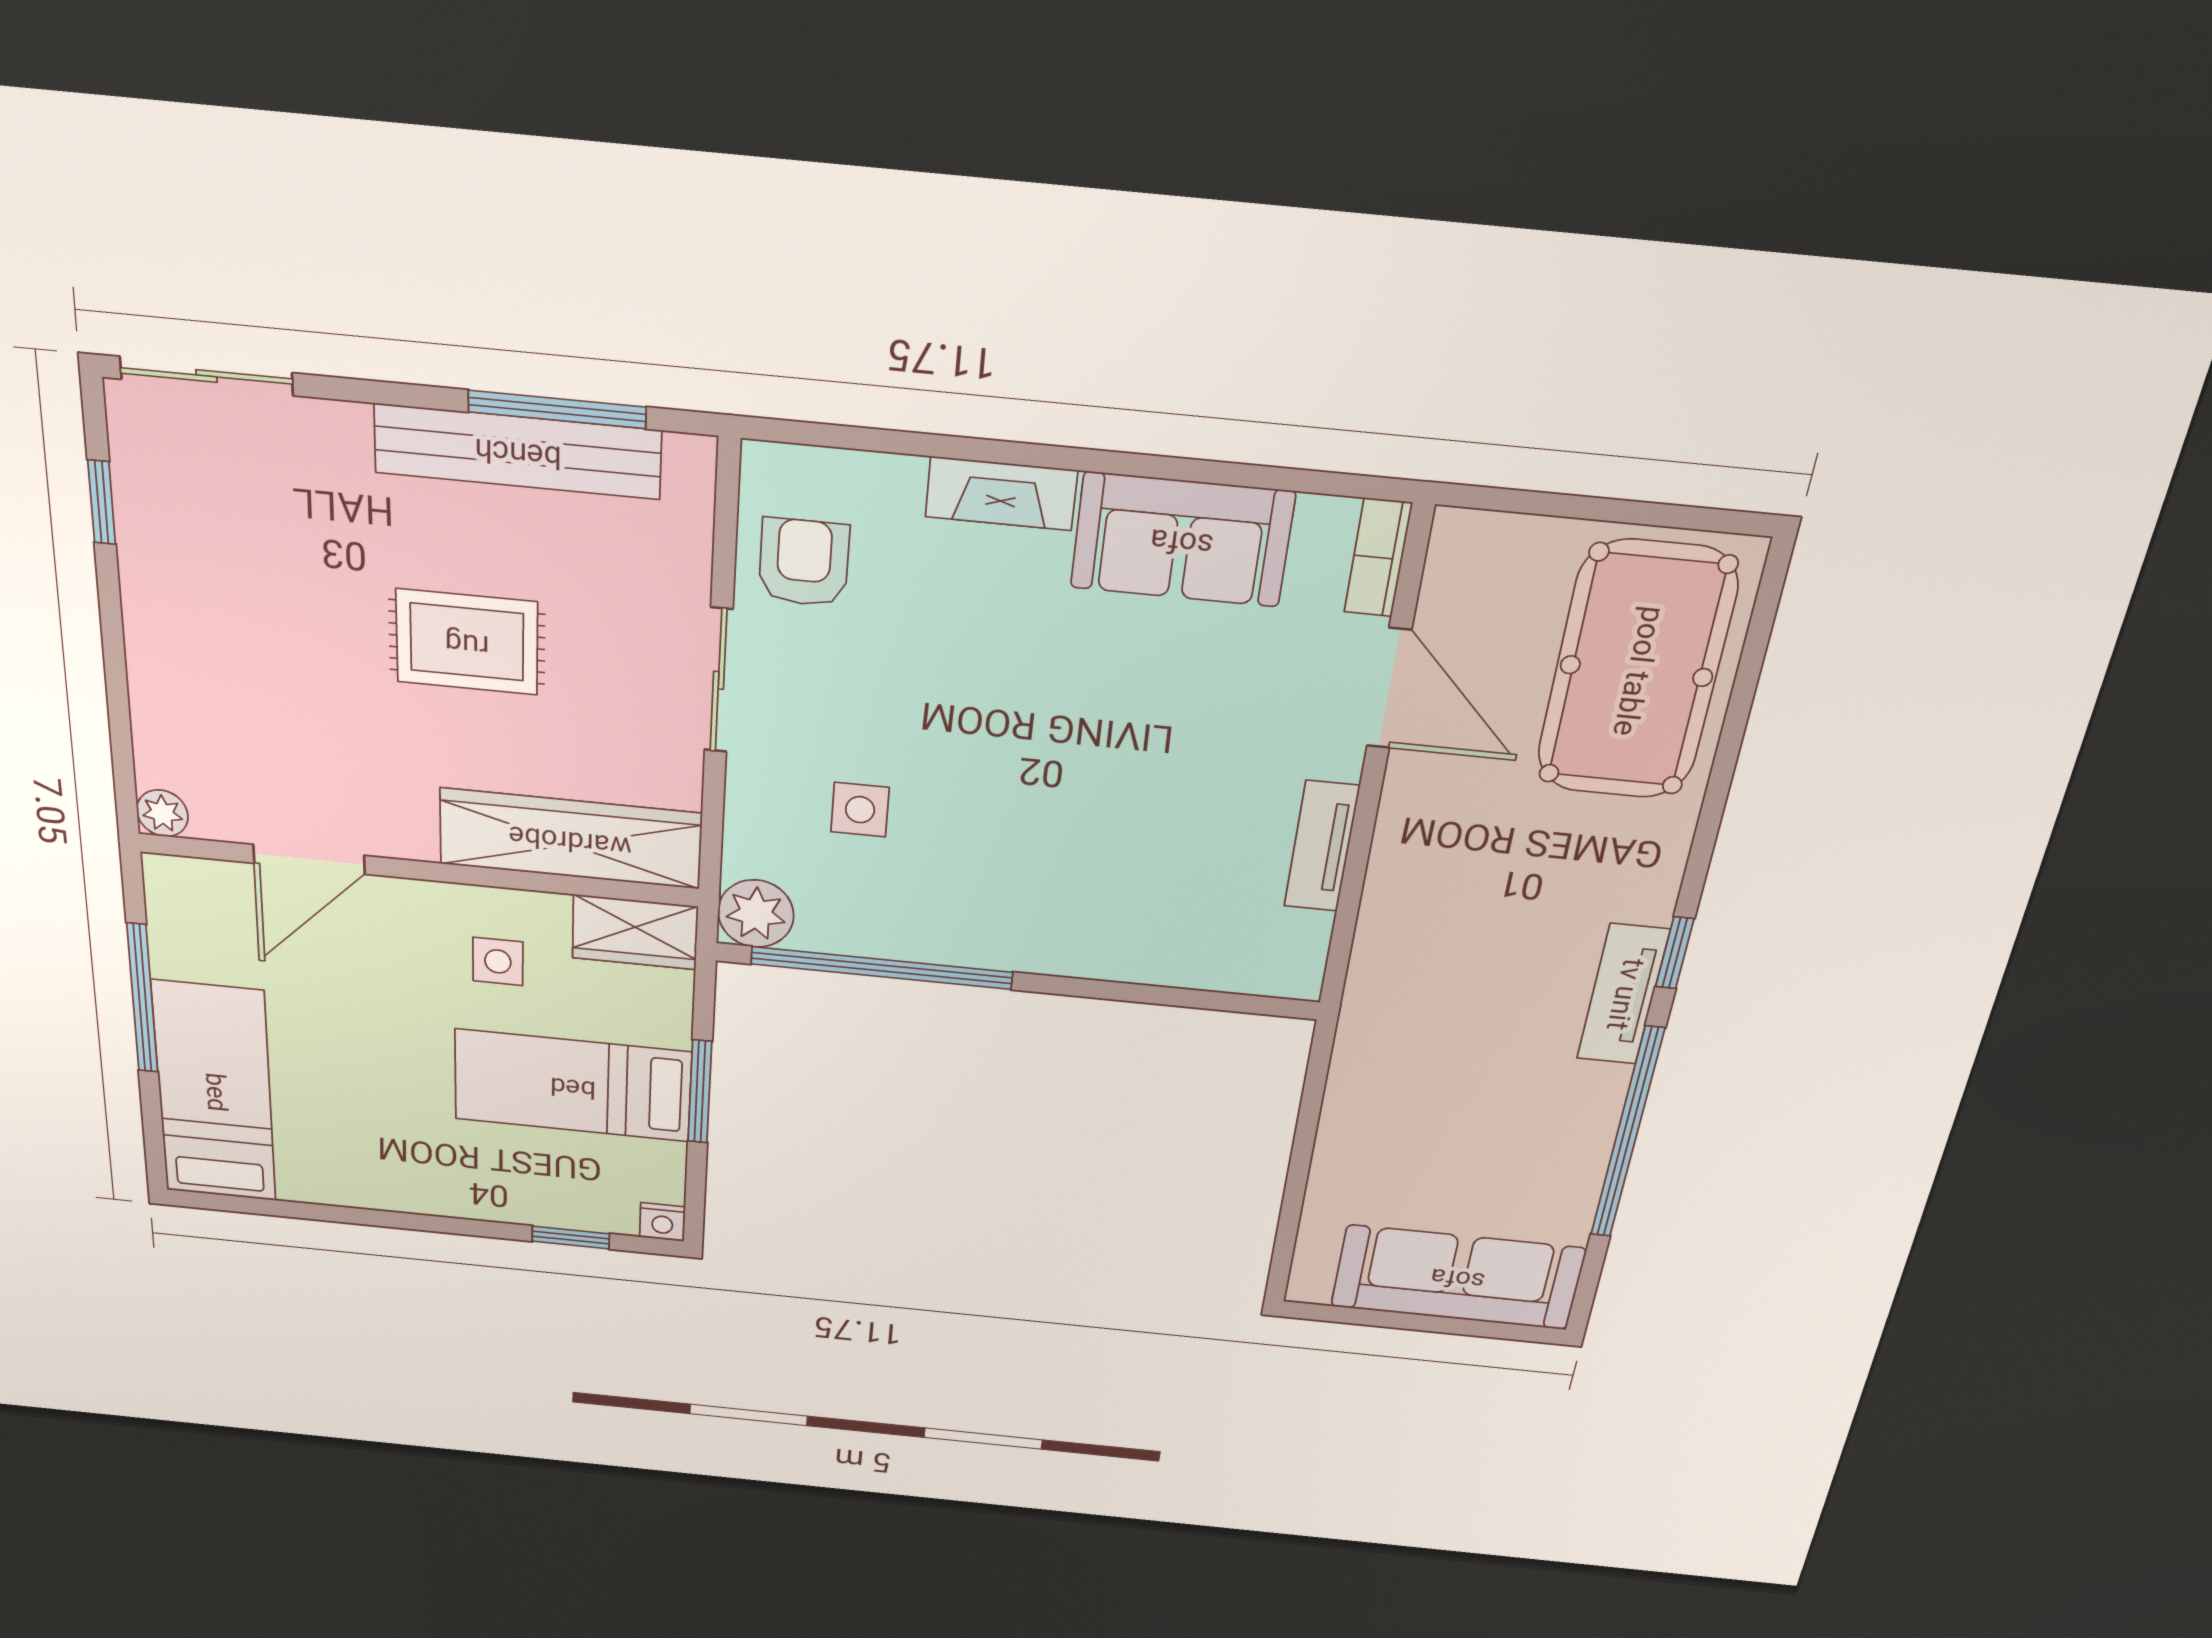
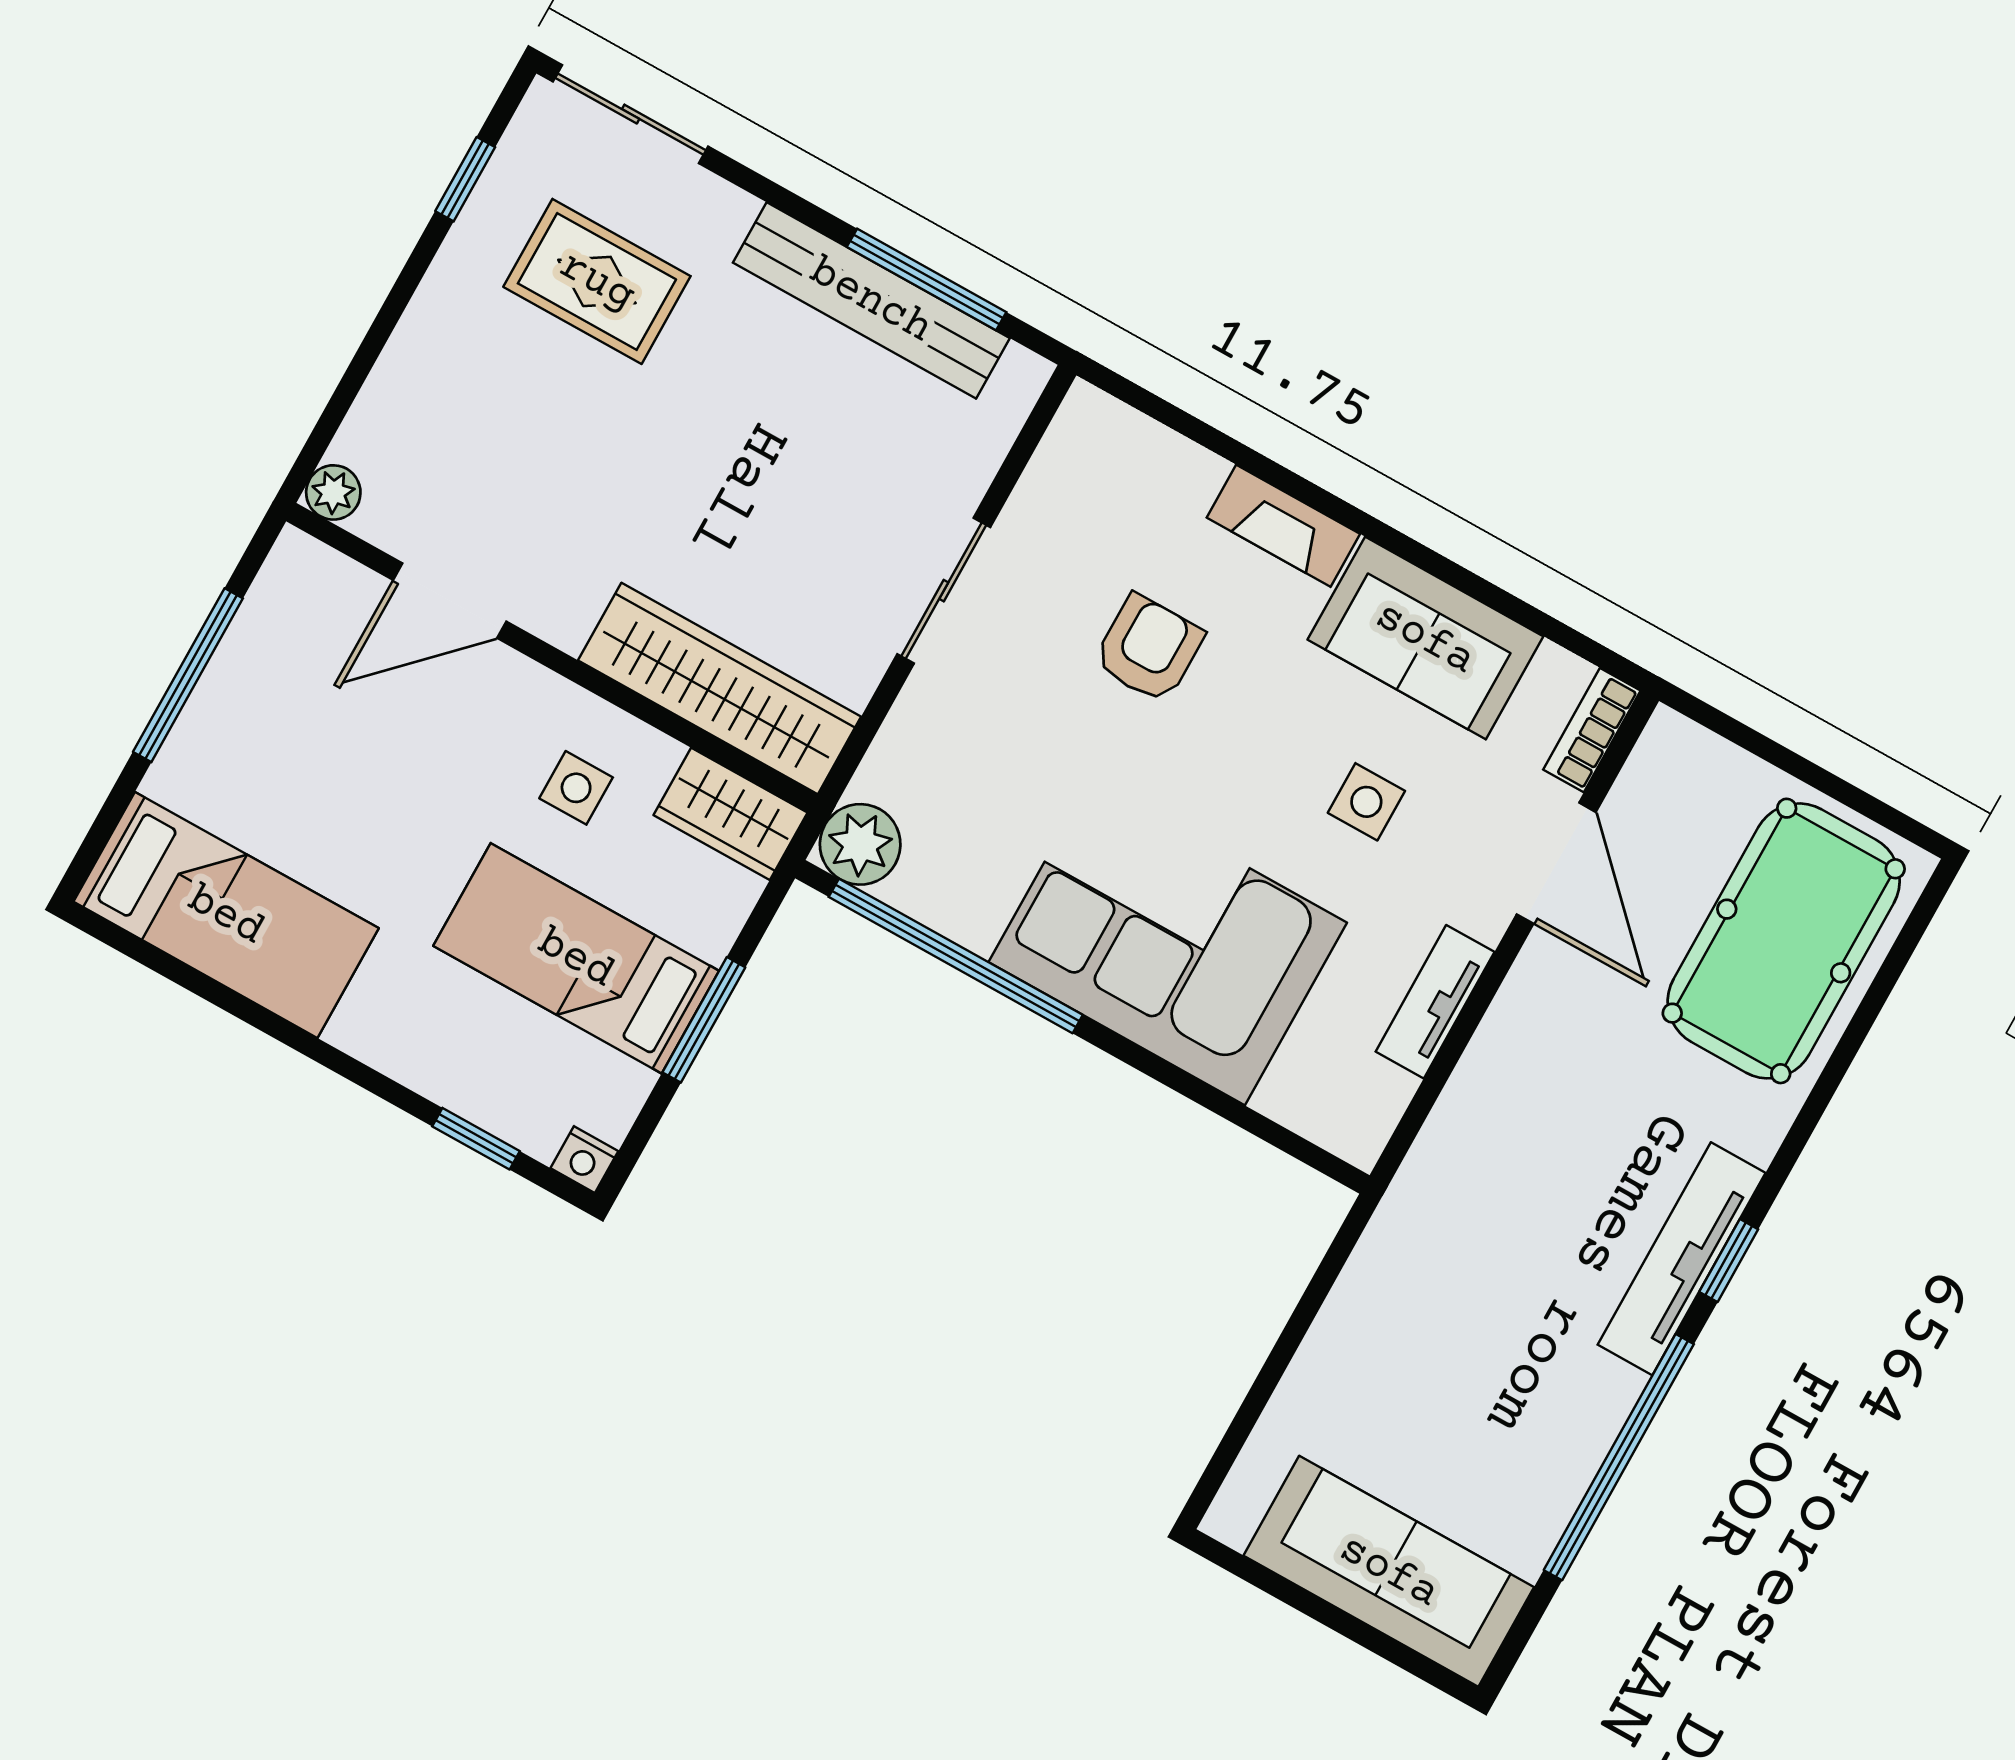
armchair: (804, 562) -> (1149, 649), moved
rug: (467, 642) -> (597, 281), moved
side table: (860, 810) -> (1366, 802), moved
corner sofa: (1060, 889) -> (1168, 942), added
tv unit: (1623, 994) -> (1682, 1259), width x1.41
bed: (214, 1092) -> (226, 915), moved, turned 90

